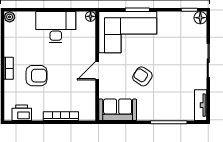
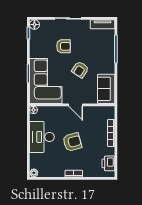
armchair: (172, 55) -> (63, 46), added
armchair: (36, 76) -> (72, 142), moved, turned 75

